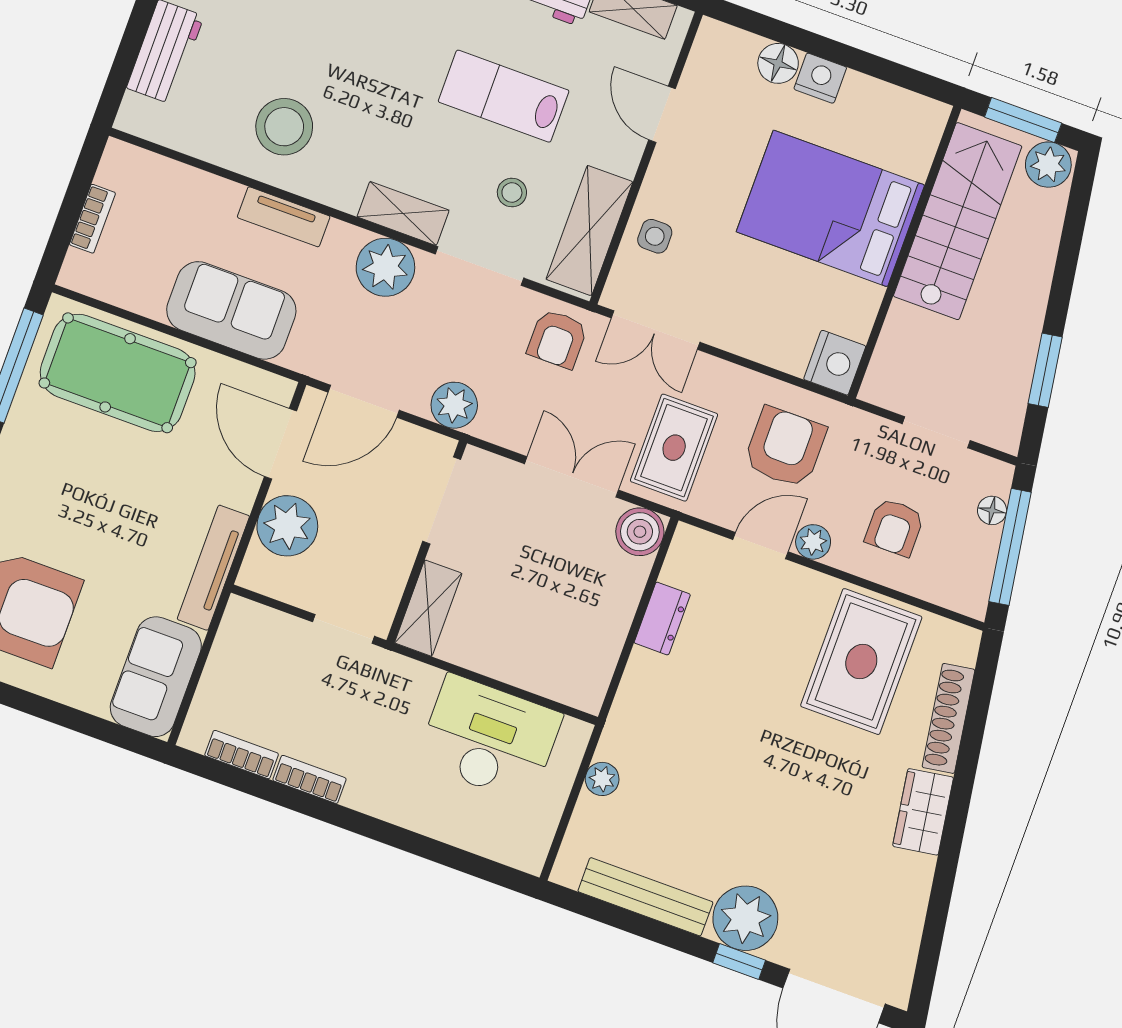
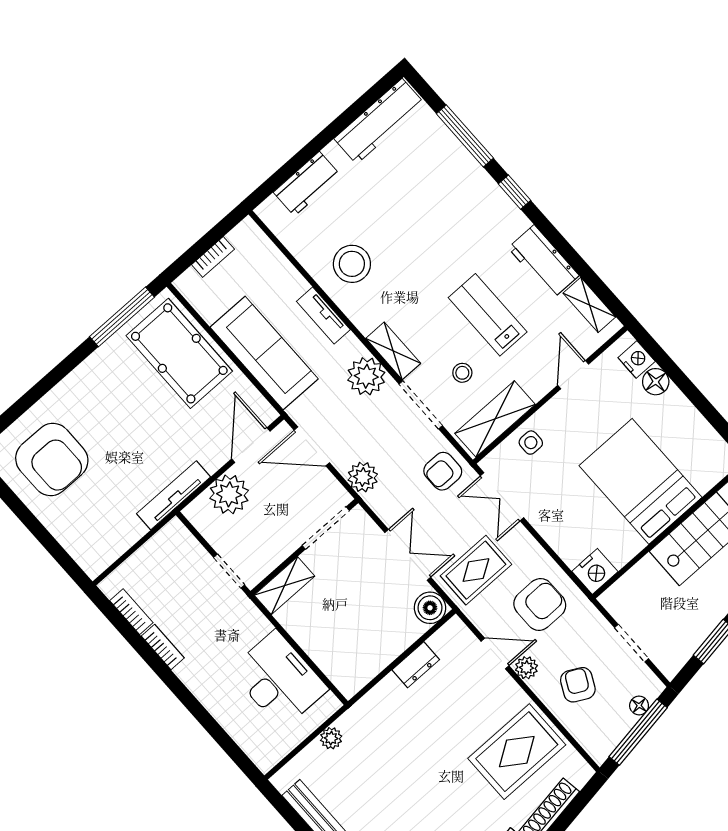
nightstand: (820, 78) -> (637, 360), moved
sofa: (231, 310) -> (264, 353), width x1.36
armchair: (895, 527) -> (578, 685), turned 117
sofa: (156, 677) -> (106, 540), removed

